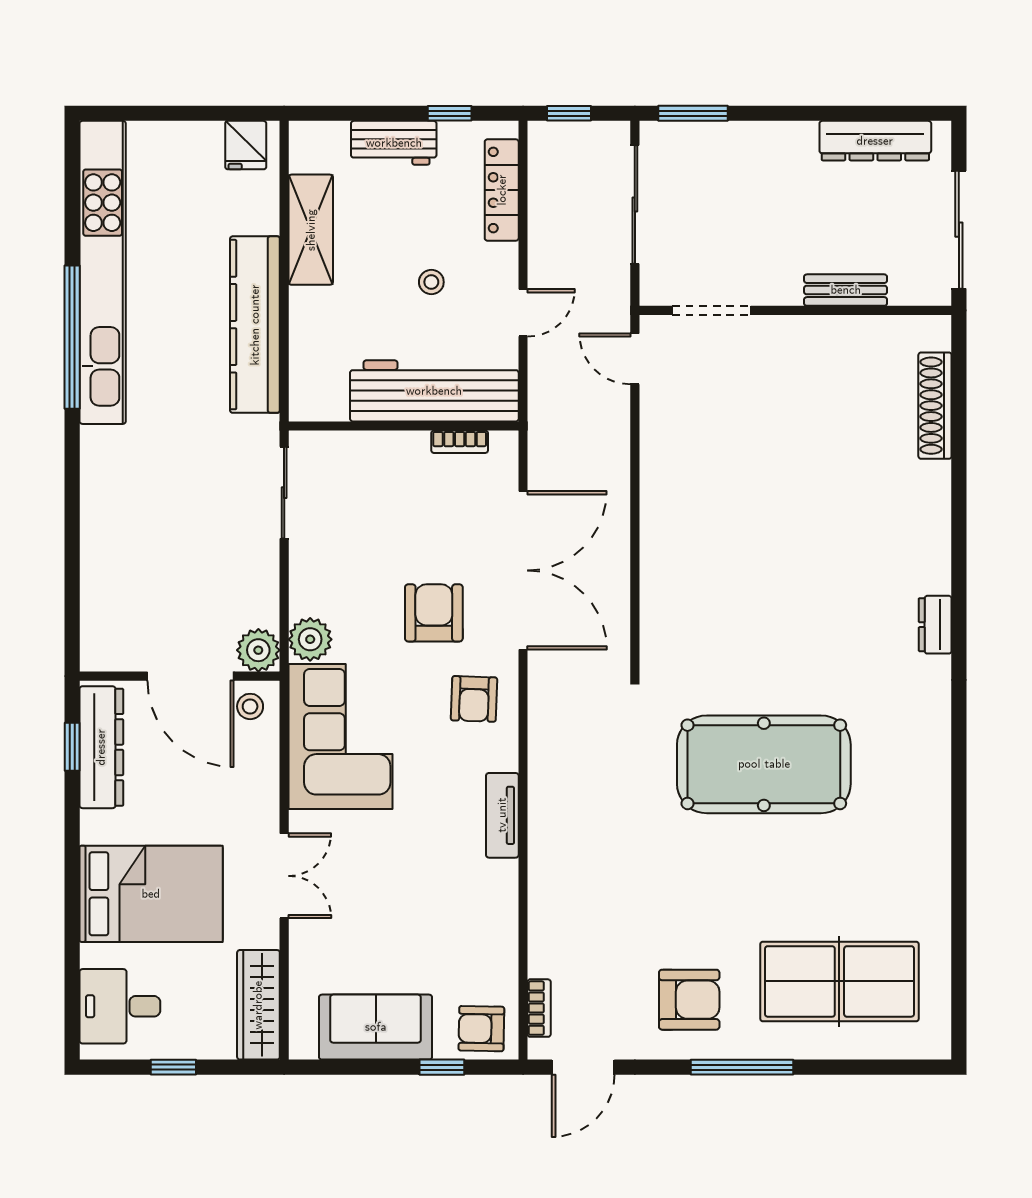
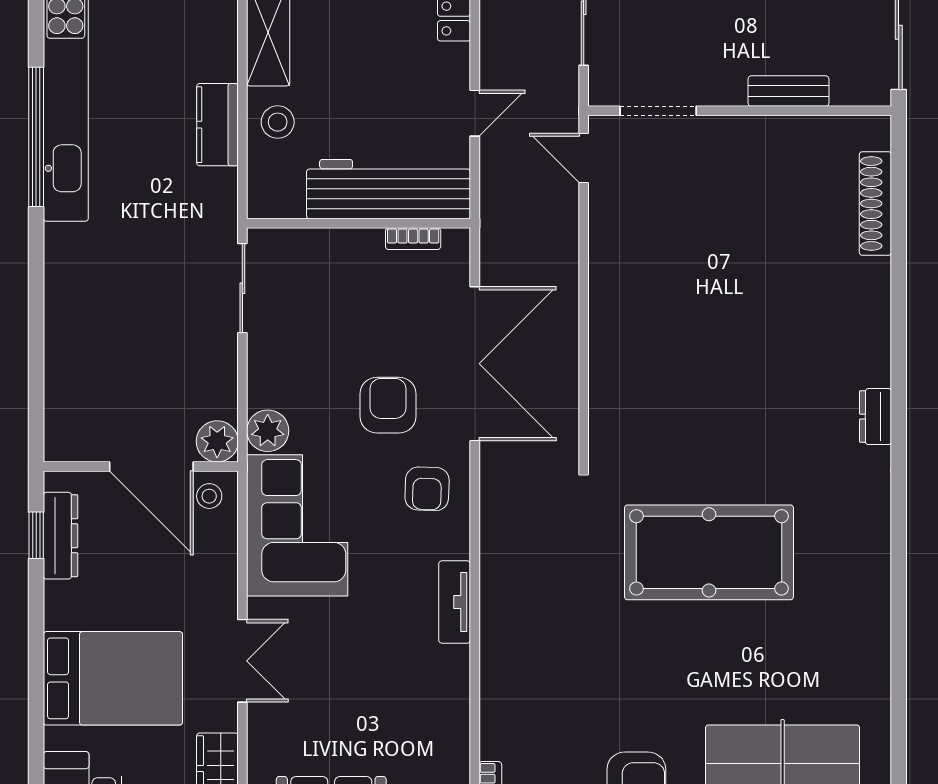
stool: (431, 282) -> (278, 122), moved, width x1.37, depth x1.37
kitchen counter: (255, 325) -> (217, 125), width x0.48, depth x0.86
dresser: (101, 747) -> (60, 536), width x0.73, depth x0.80

